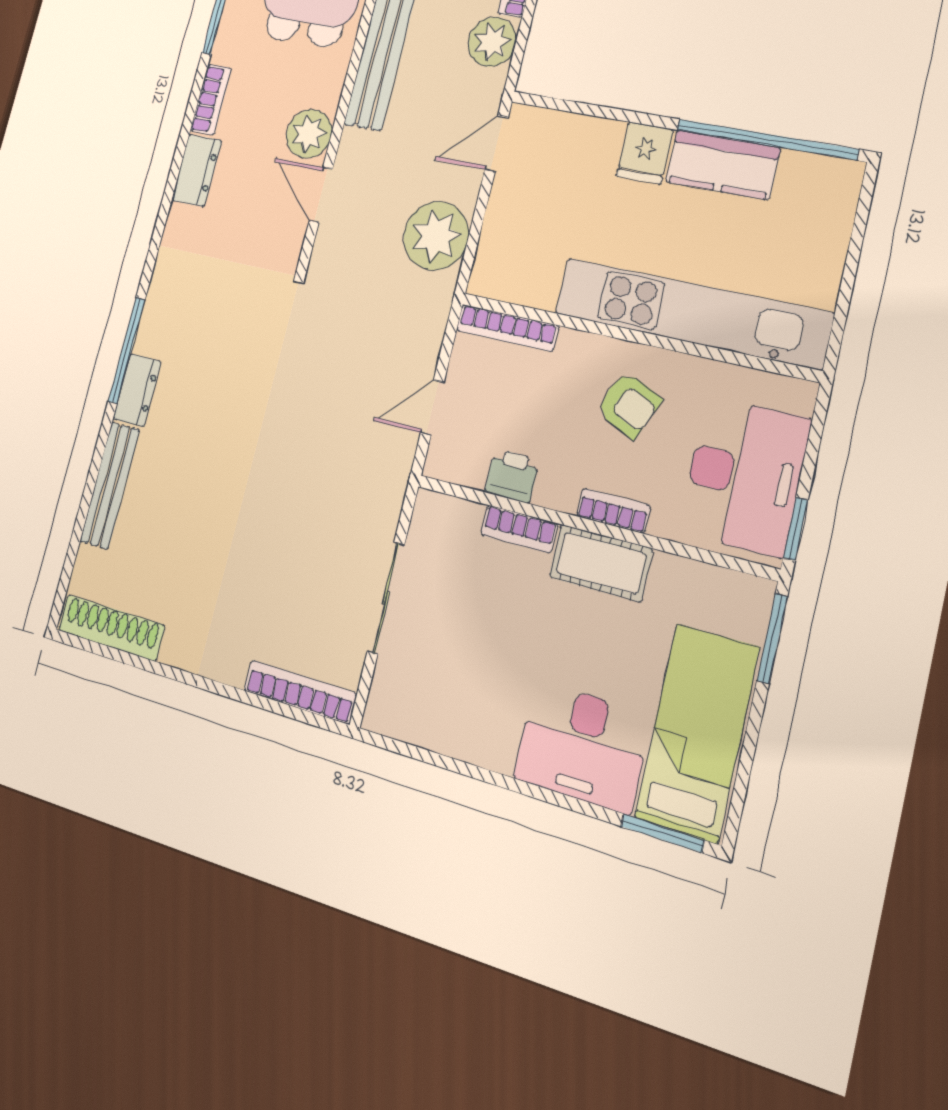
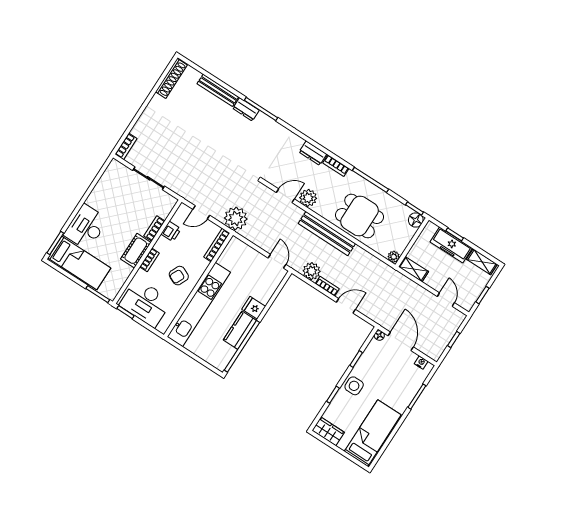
plant: (436, 236) -> (236, 219), moved
door: (432, 408) -> (201, 212), swing flipped
bookcase: (300, 692) -> (126, 146), width x0.64

